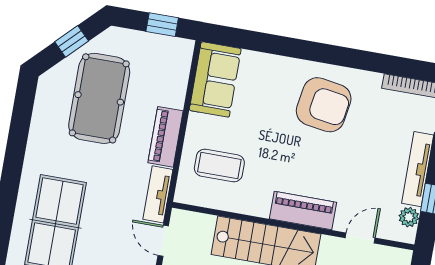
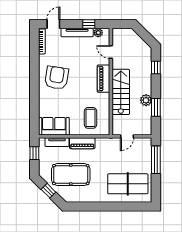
tv unit: (158, 194) -> (57, 142), moved

